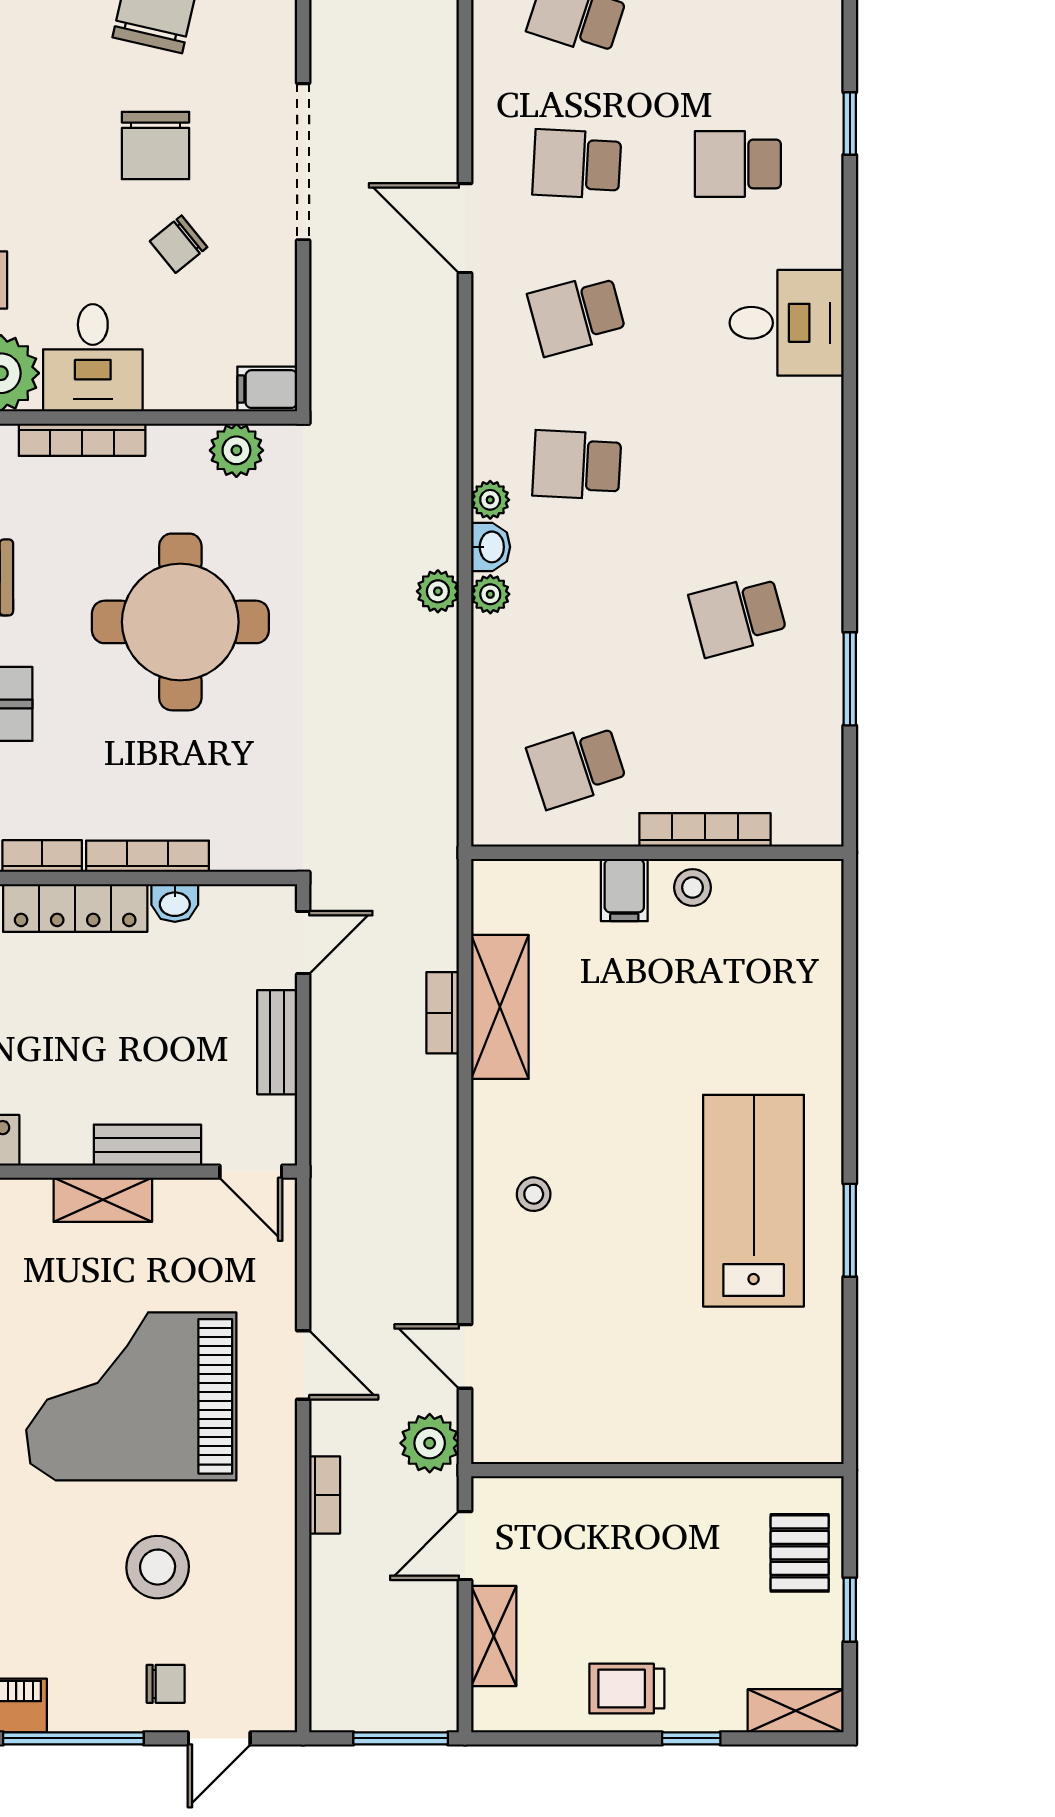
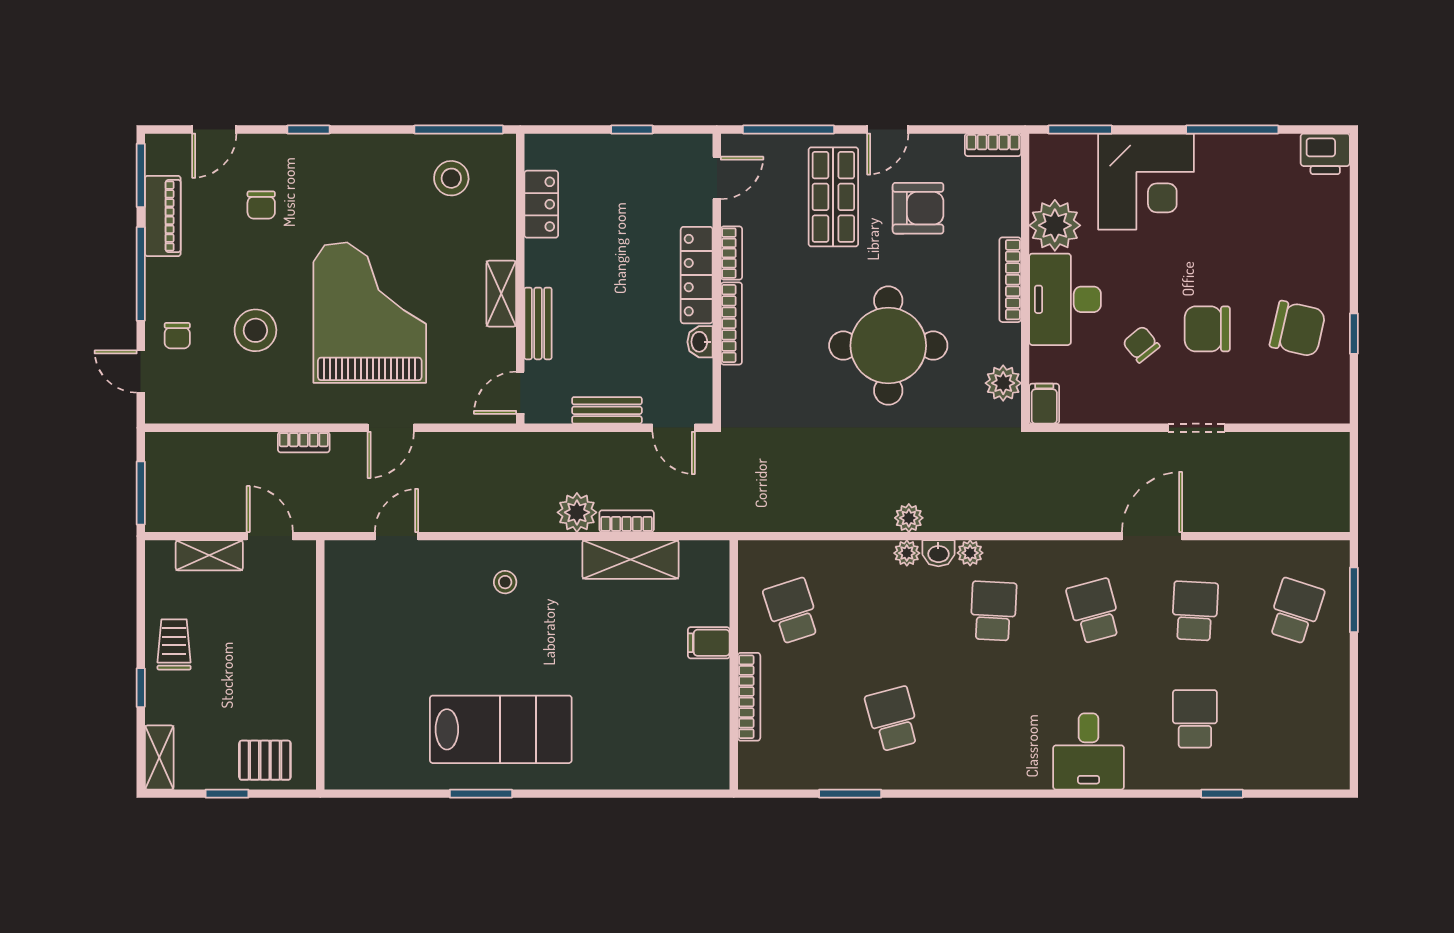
doorway: (303, 162) -> (1196, 428), width x0.53
desk: (93, 358) -> (1065, 299), width x1.37
stool: (693, 887) -> (711, 688), removed
plant: (430, 1443) -> (577, 512), moved

